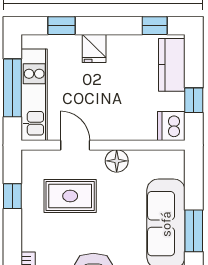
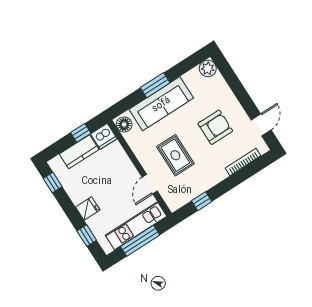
kitchen counter: (172, 65) -> (79, 152), moved
floor lamp: (117, 161) -> (124, 124), moved
rug: (70, 196) -> (175, 155), moved

